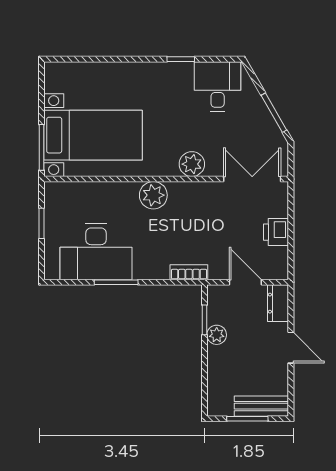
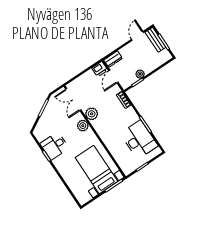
desk: (218, 86) -> (55, 146), moved
plant: (153, 195) -> (92, 114), moved
printer: (276, 232) -> (100, 69), moved
door: (291, 348) -> (138, 36), moved

